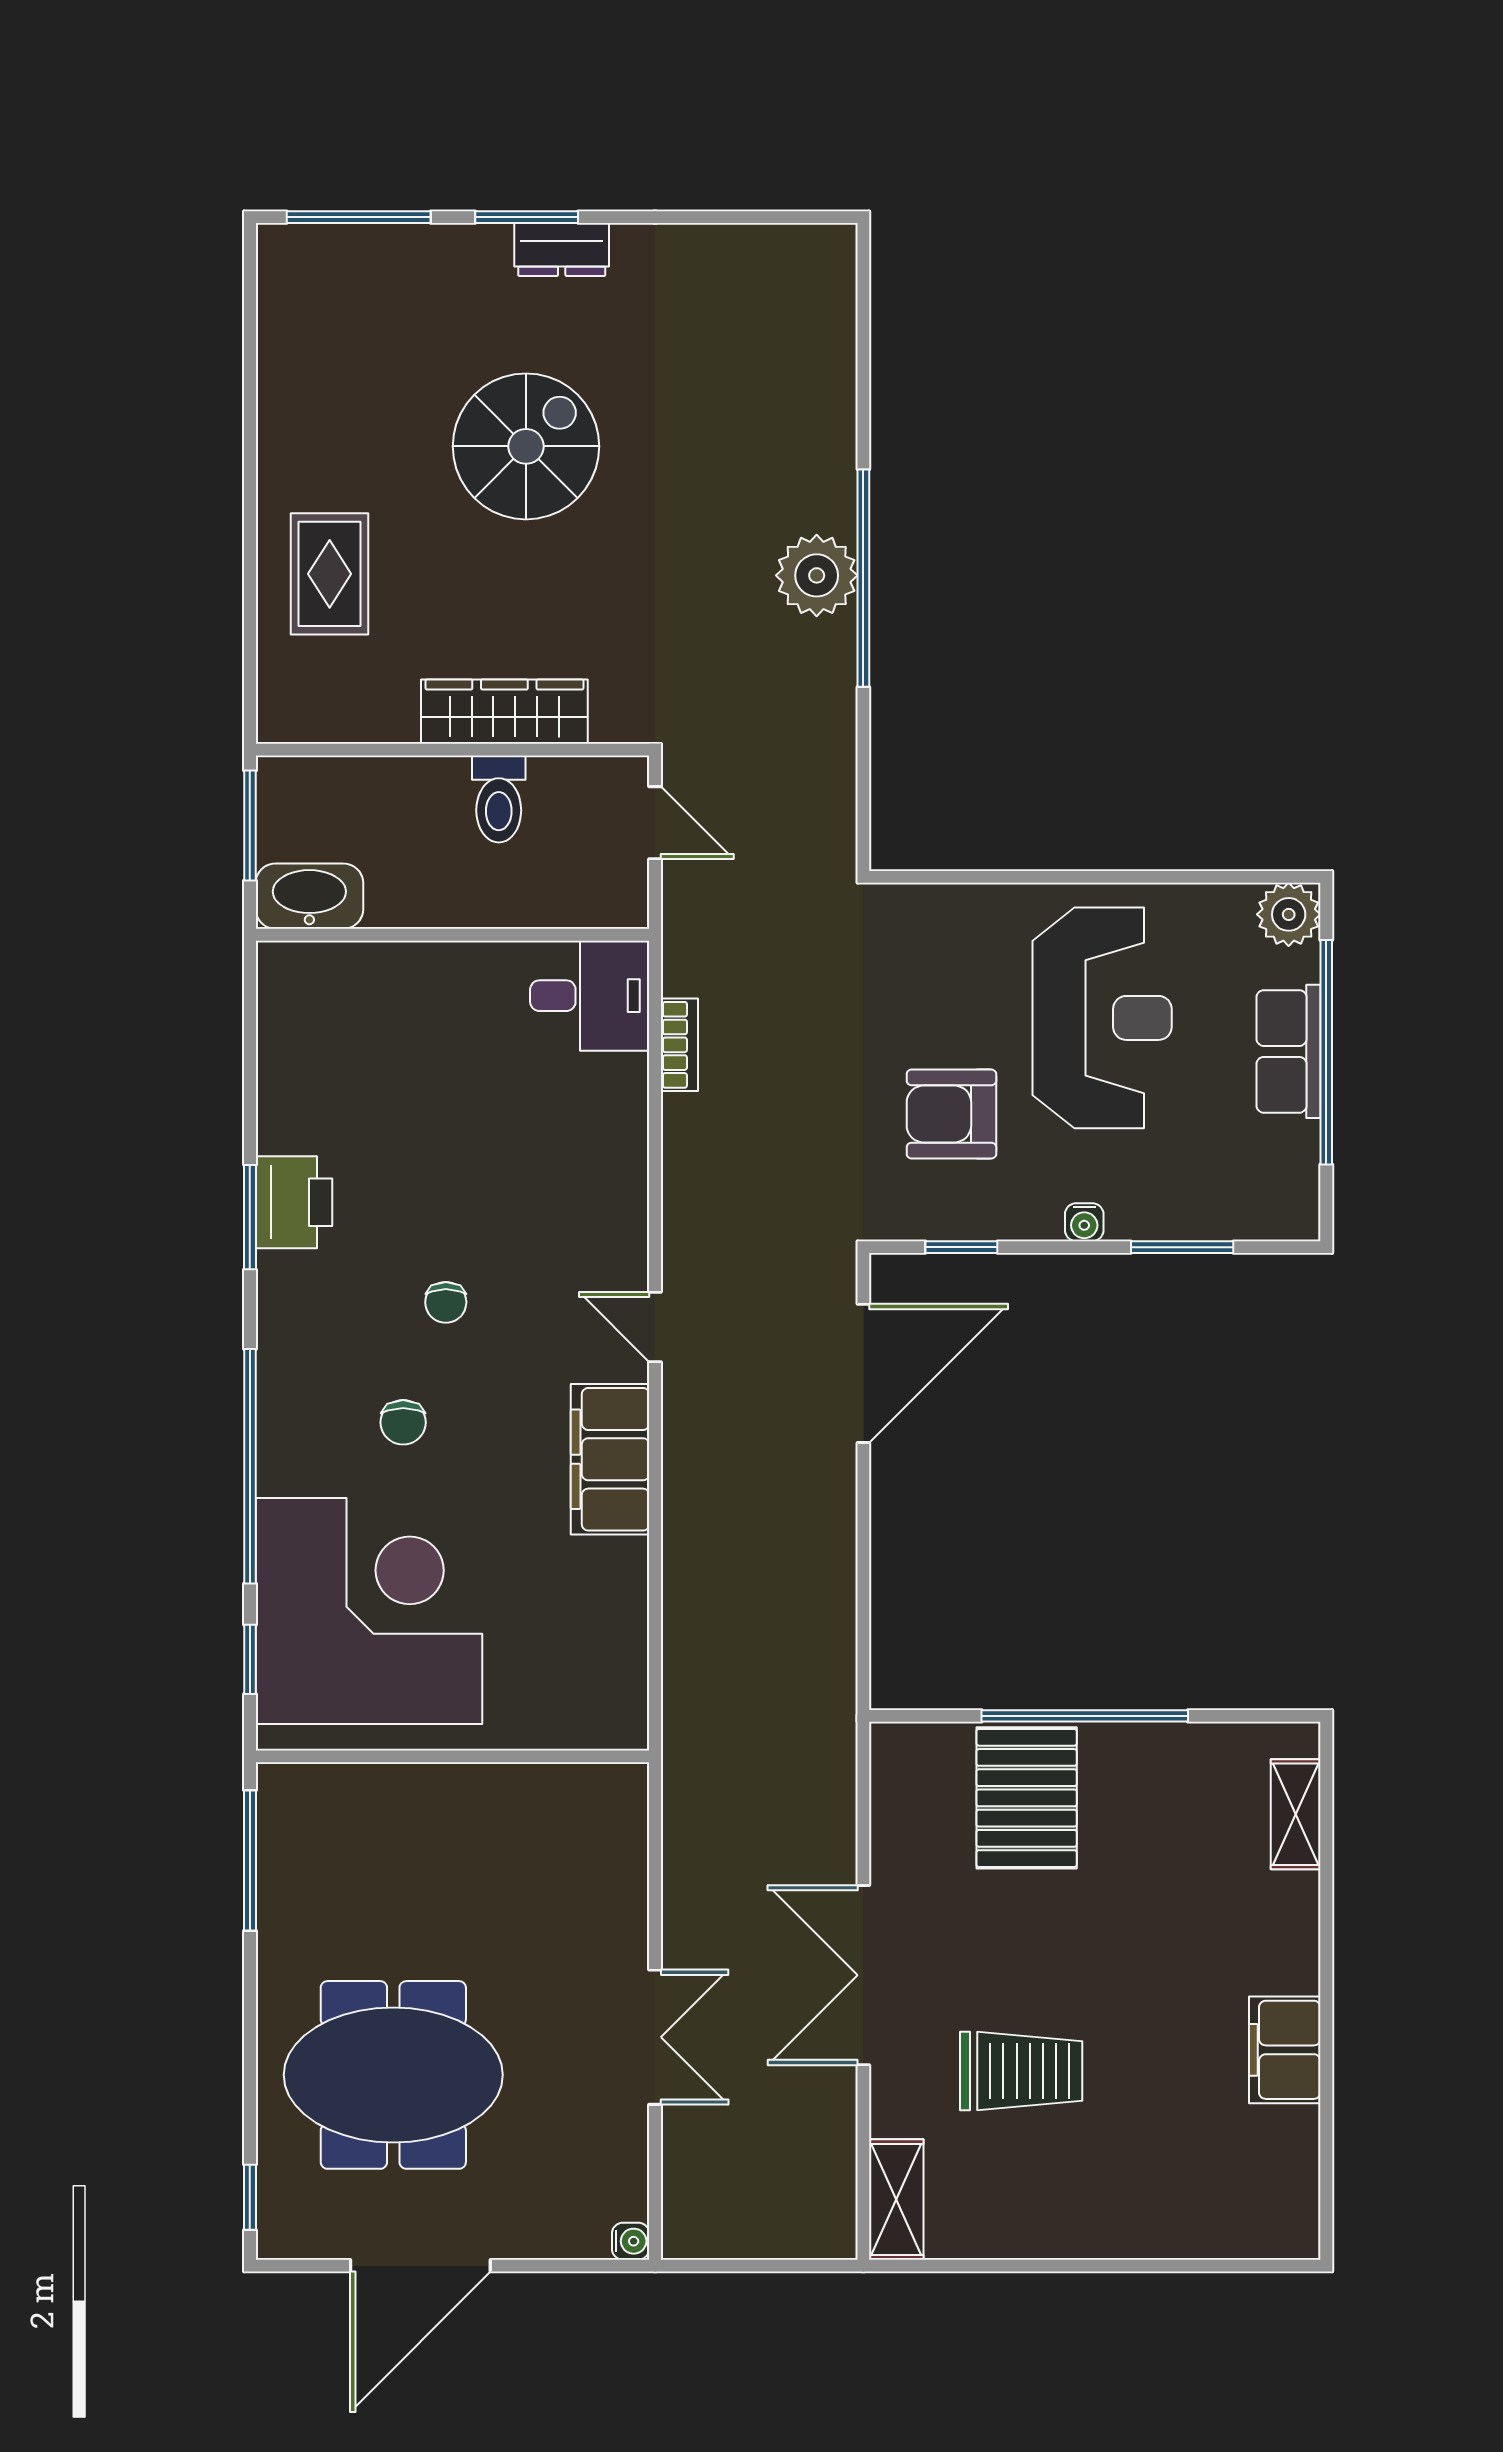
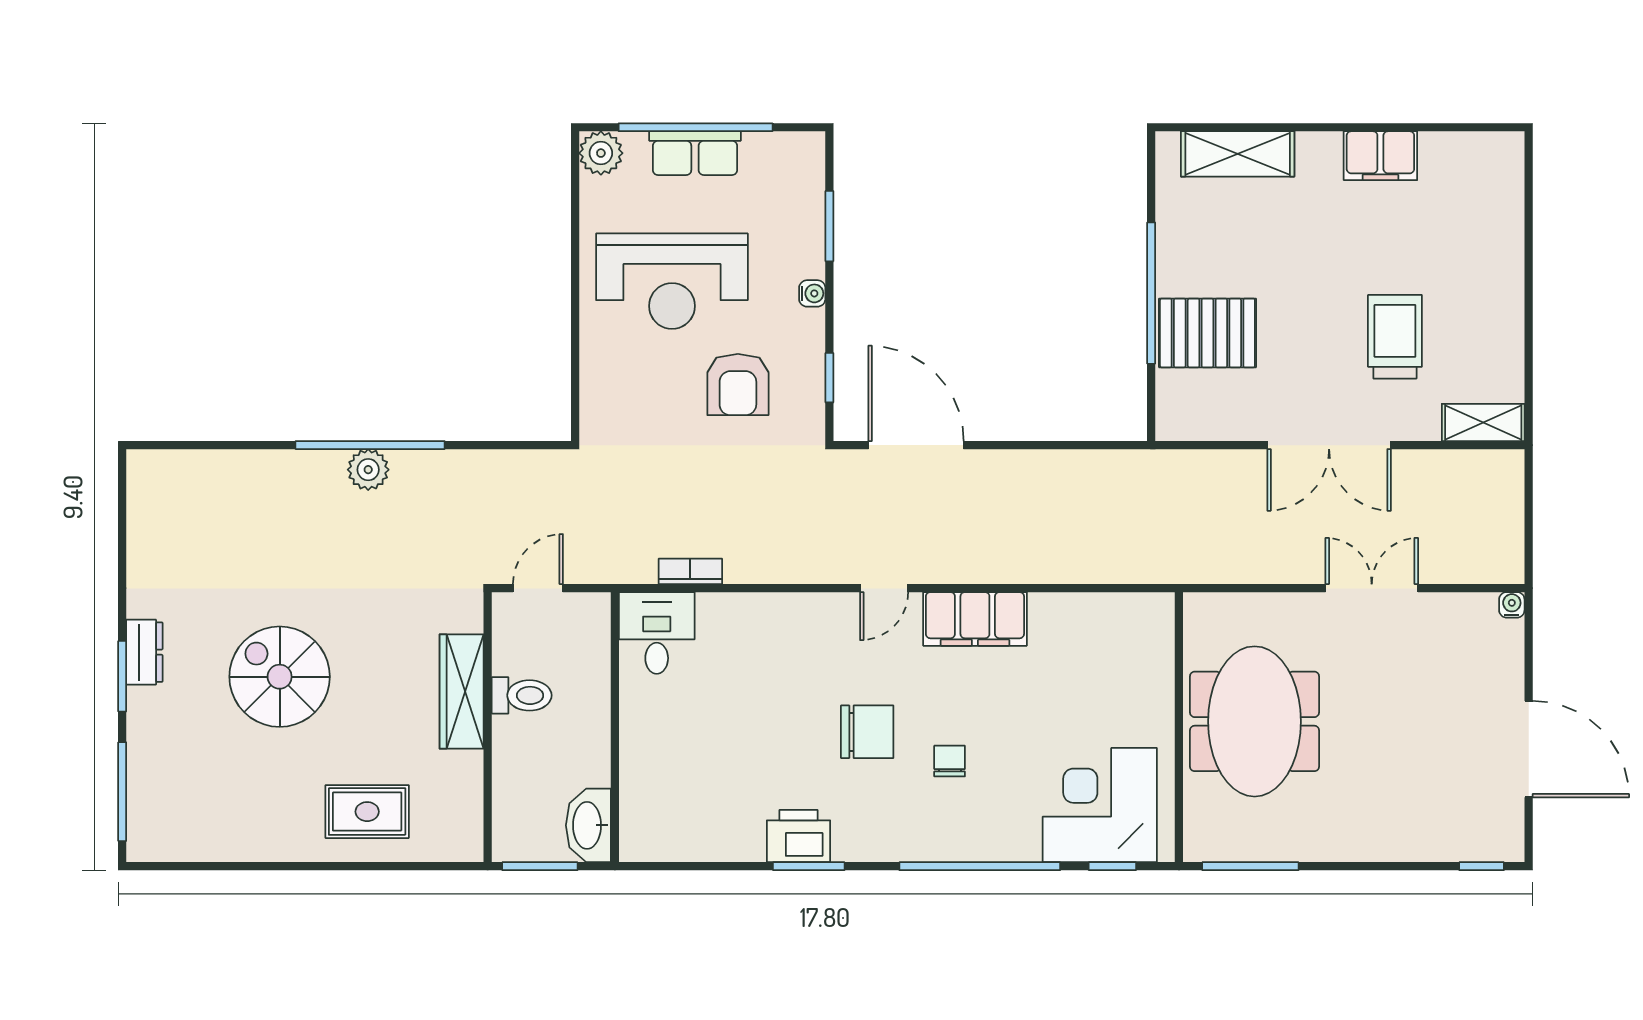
plant: (817, 575) -> (368, 470), width x0.73, depth x0.73
reception desk: (1102, 1018) -> (672, 281), turned 180
chair: (446, 1302) -> (867, 732), width x1.87, depth x1.87
chair: (403, 1422) -> (950, 761), turned -90
corner desk: (369, 1611) -> (1100, 805), width x0.74, depth x0.74
shelving: (1296, 1814) -> (1238, 154), width x1.50, depth x1.33
meeting table: (393, 2075) -> (1255, 721), moved

